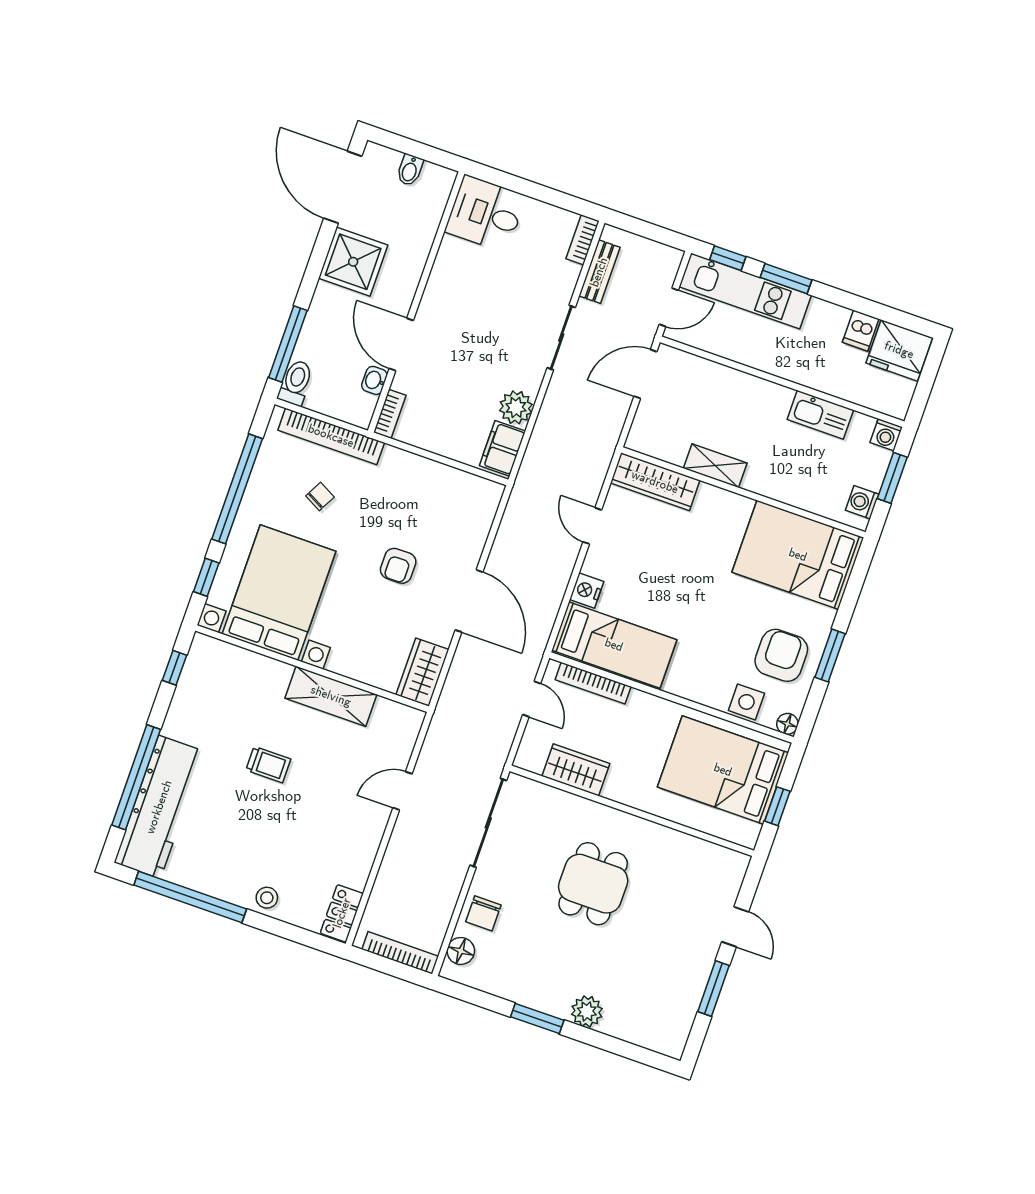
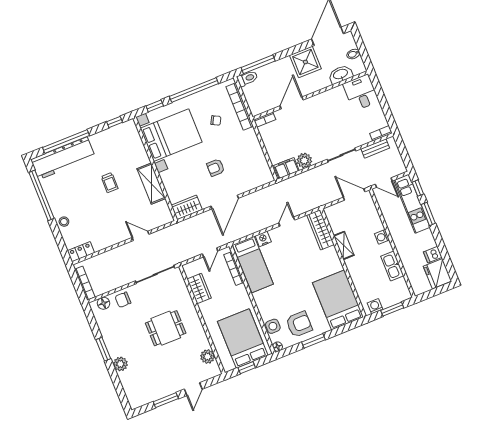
washbasin: (374, 380) -> (341, 74), moved, width x1.91, depth x1.45
washing machine: (886, 435) -> (382, 237), moved
plant: (702, 855) -> (207, 357), added

